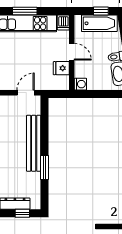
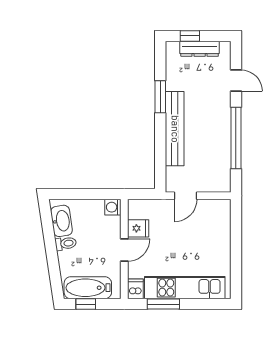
window: (25, 11) -> (163, 304), moved
door: (72, 52) -> (124, 250), swing flipped

